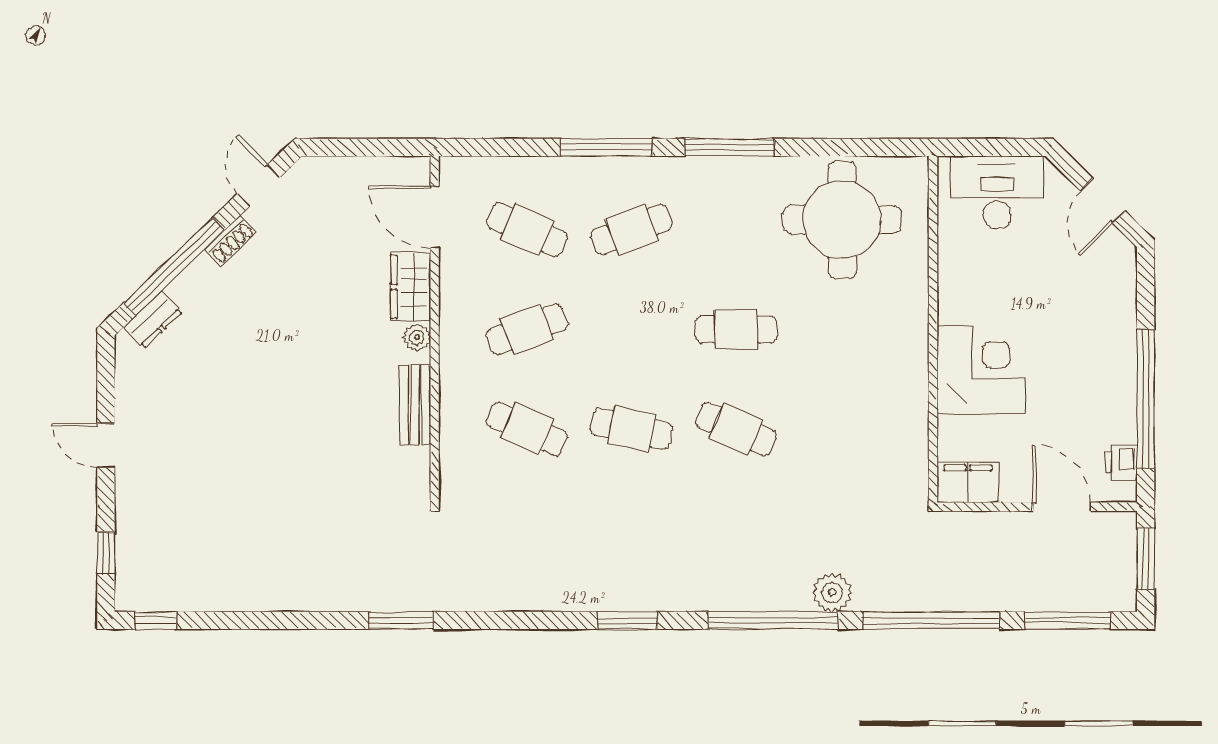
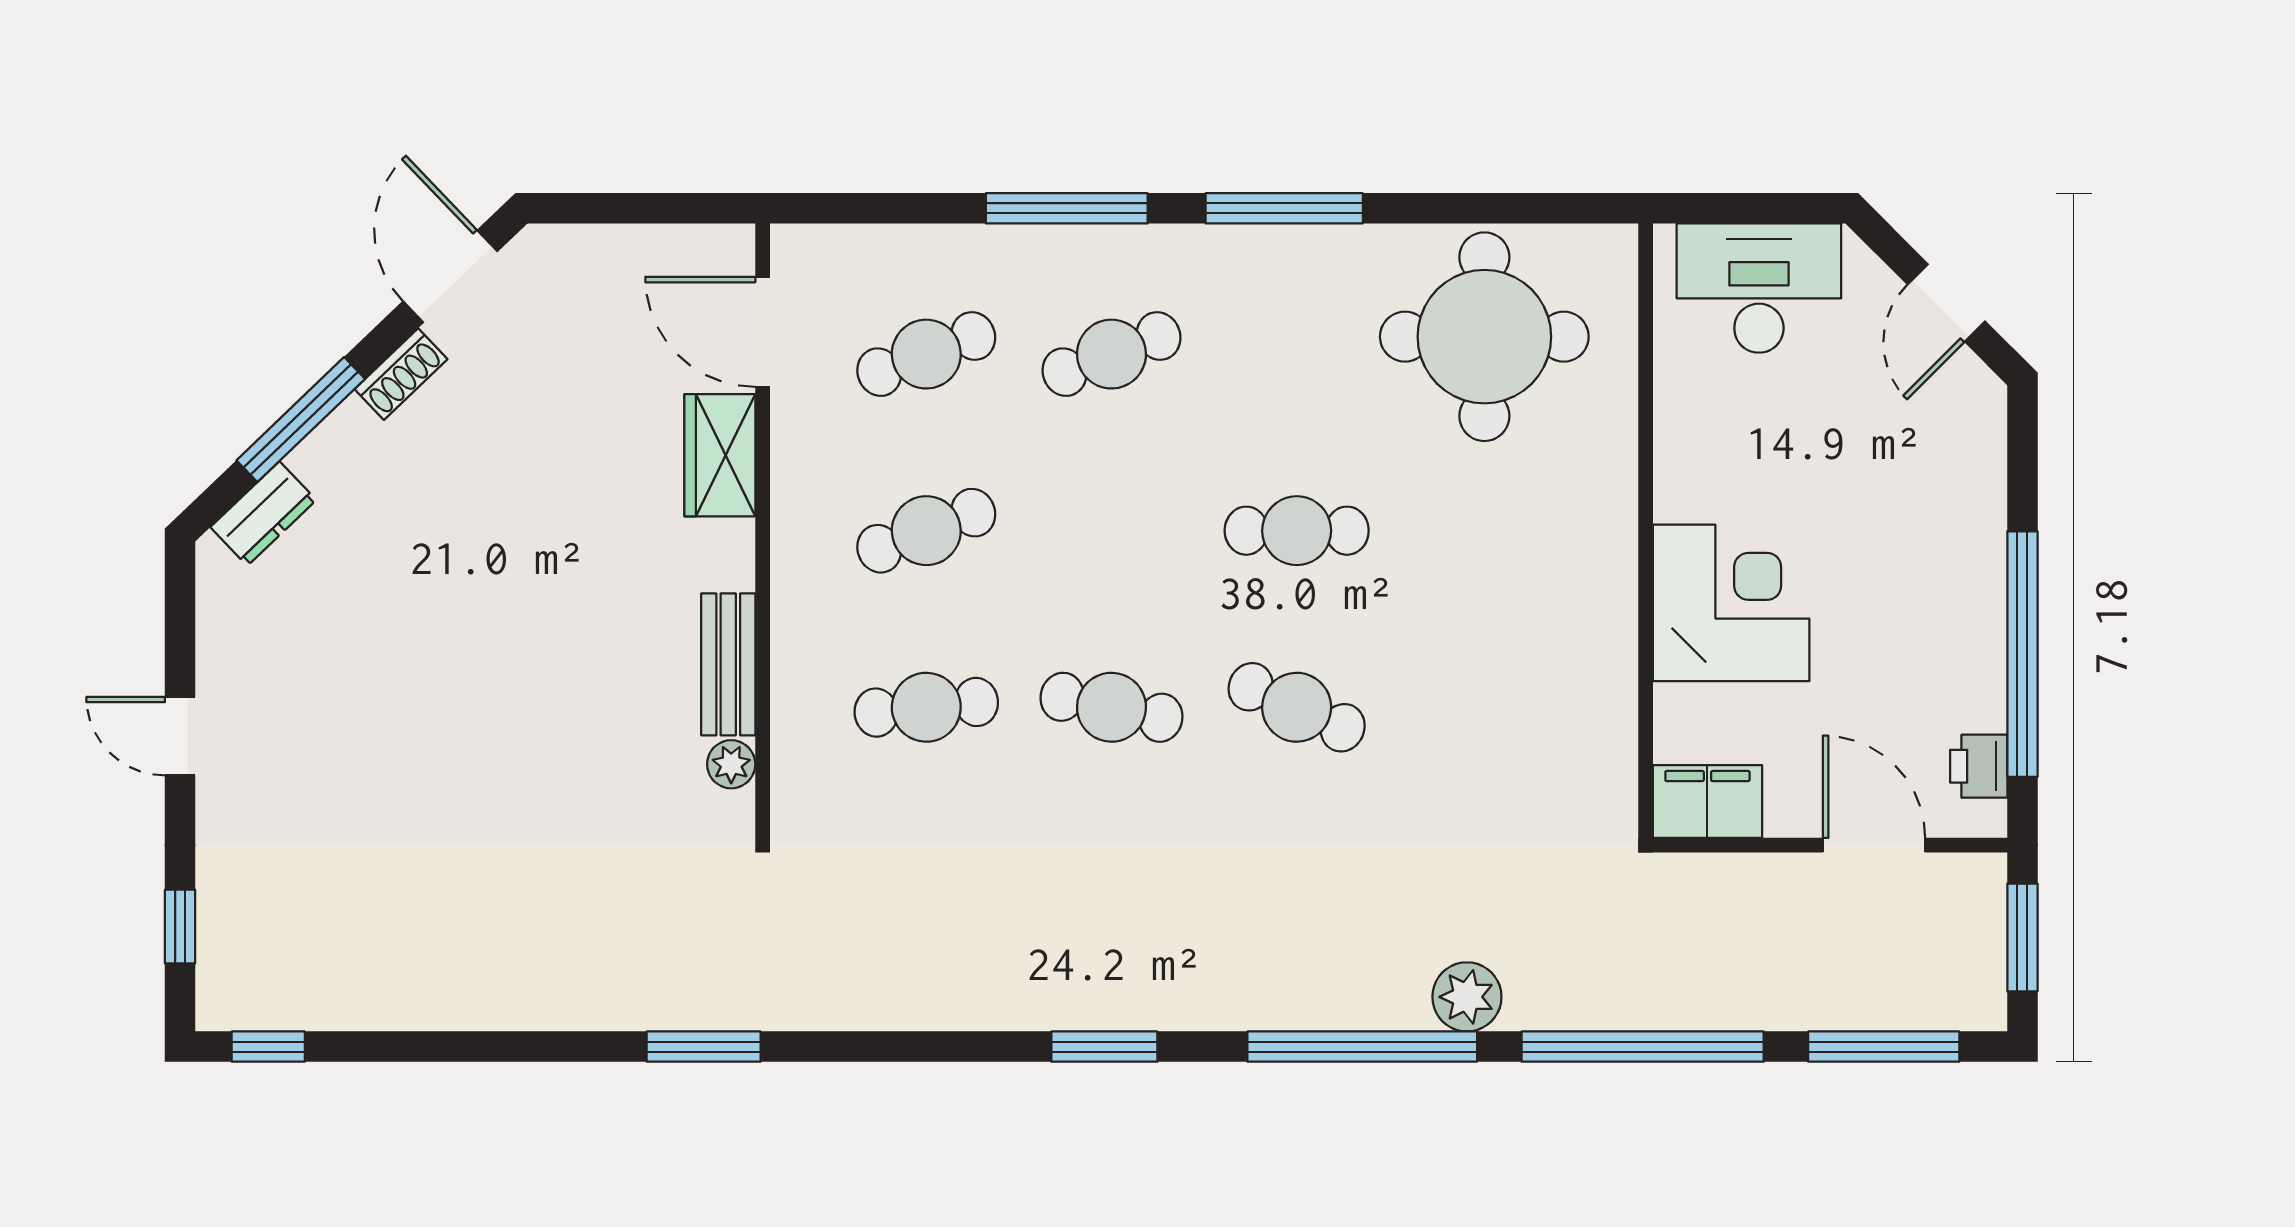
door: (258, 186) -> (450, 276), width x1.38
cafe table: (527, 230) -> (926, 354), turned -45
window: (174, 267) -> (301, 420), width x0.68
plant: (417, 338) -> (731, 764), moved
cafe table: (527, 429) -> (926, 707), turned -30

